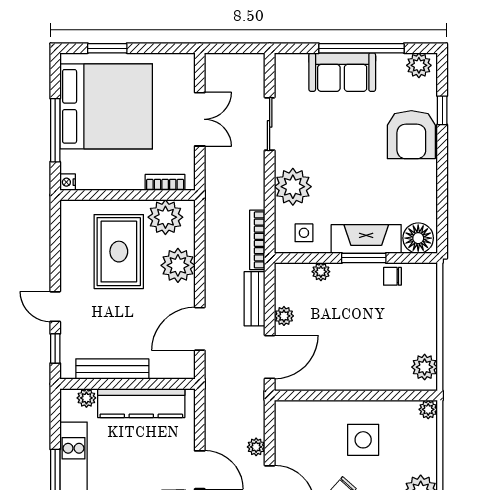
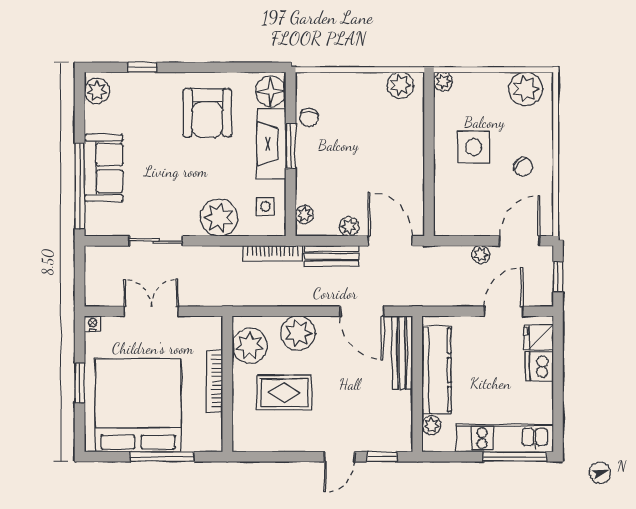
window: (107, 48) -> (80, 383), moved
window: (361, 48) -> (80, 186), moved
armchair: (411, 135) -> (207, 113), moved, turned 90
nightstand: (68, 182) -> (93, 324), moved, turned 180
bookcase: (165, 182) -> (215, 381), moved, width x1.56
rug: (119, 252) -> (284, 393), width x0.73, depth x0.70
plant: (321, 272) -> (304, 214), moved
bench: (112, 369) -> (402, 353), moved

